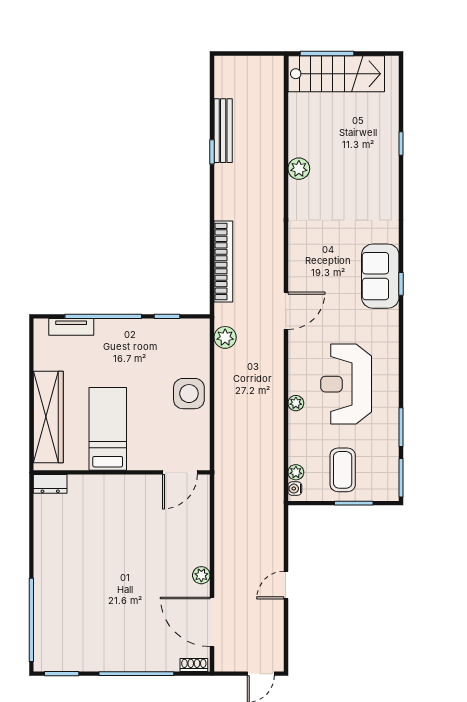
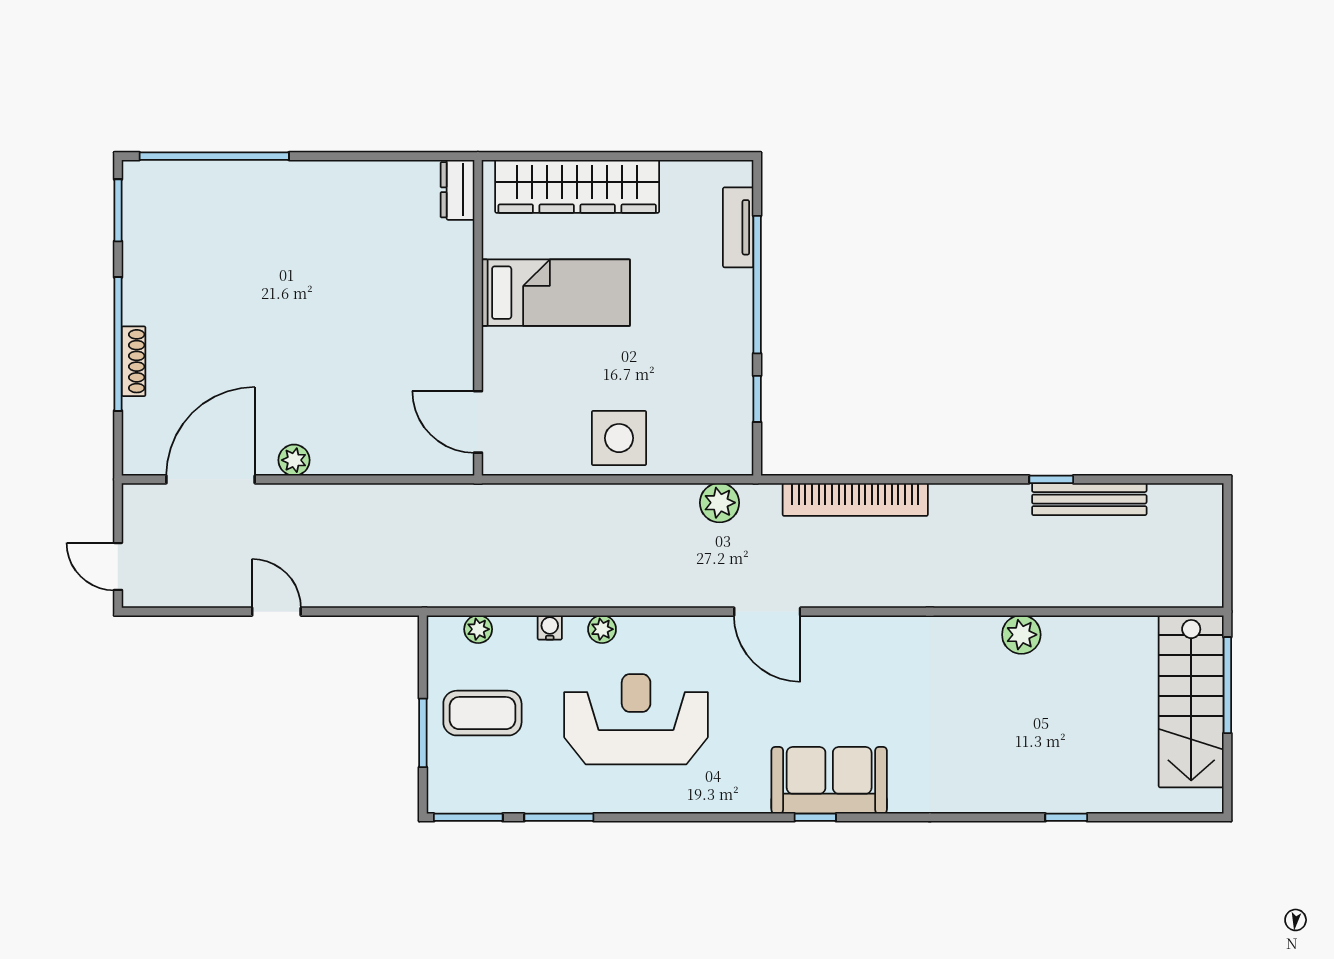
water cooler: (295, 489) -> (550, 627), moved
shoe rack: (194, 665) -> (134, 361), moved, width x1.43

